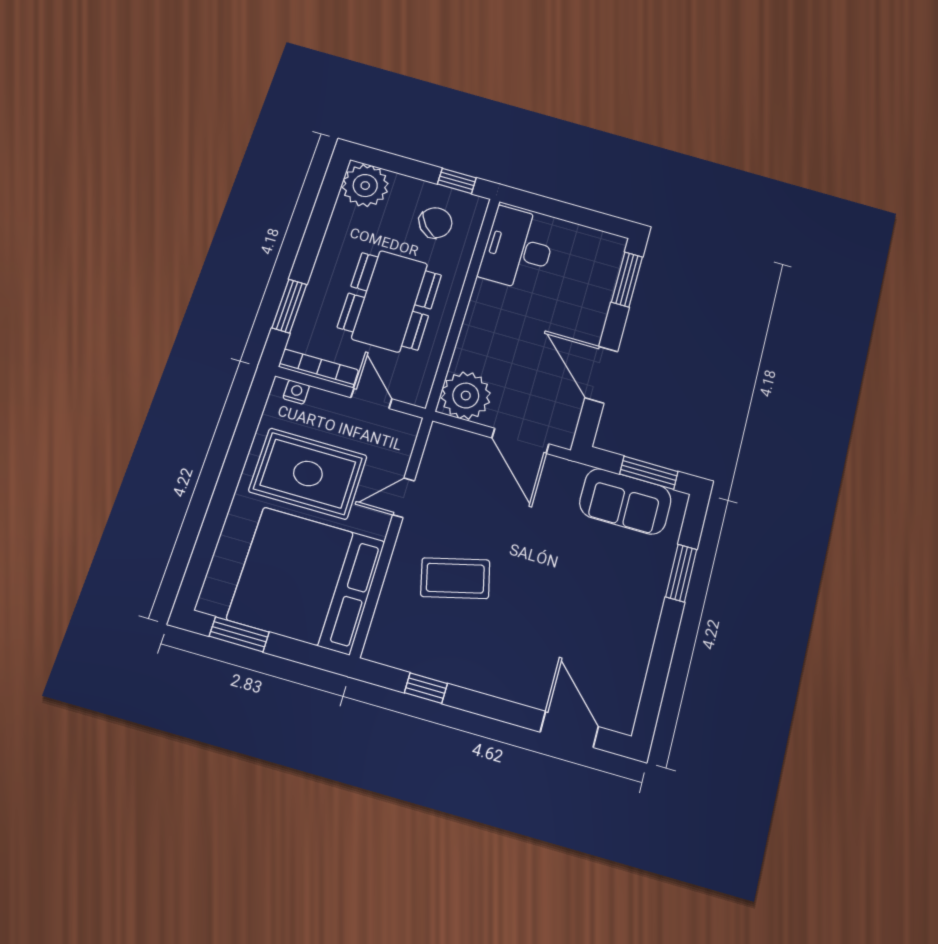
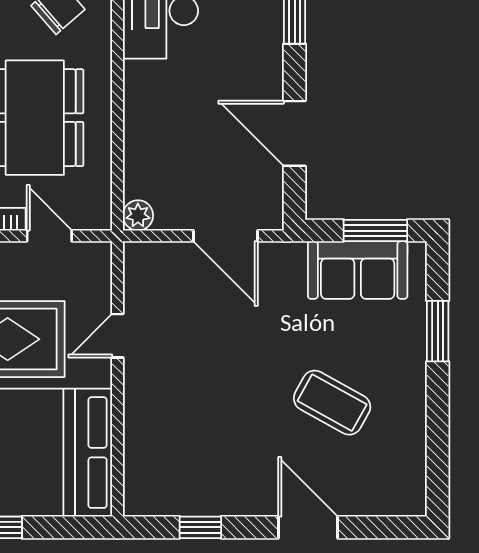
plant: (466, 396) -> (138, 215), width x0.53, depth x0.53
coffee table: (455, 578) -> (332, 403), moved, turned 43
door: (569, 729) -> (308, 527), moved

